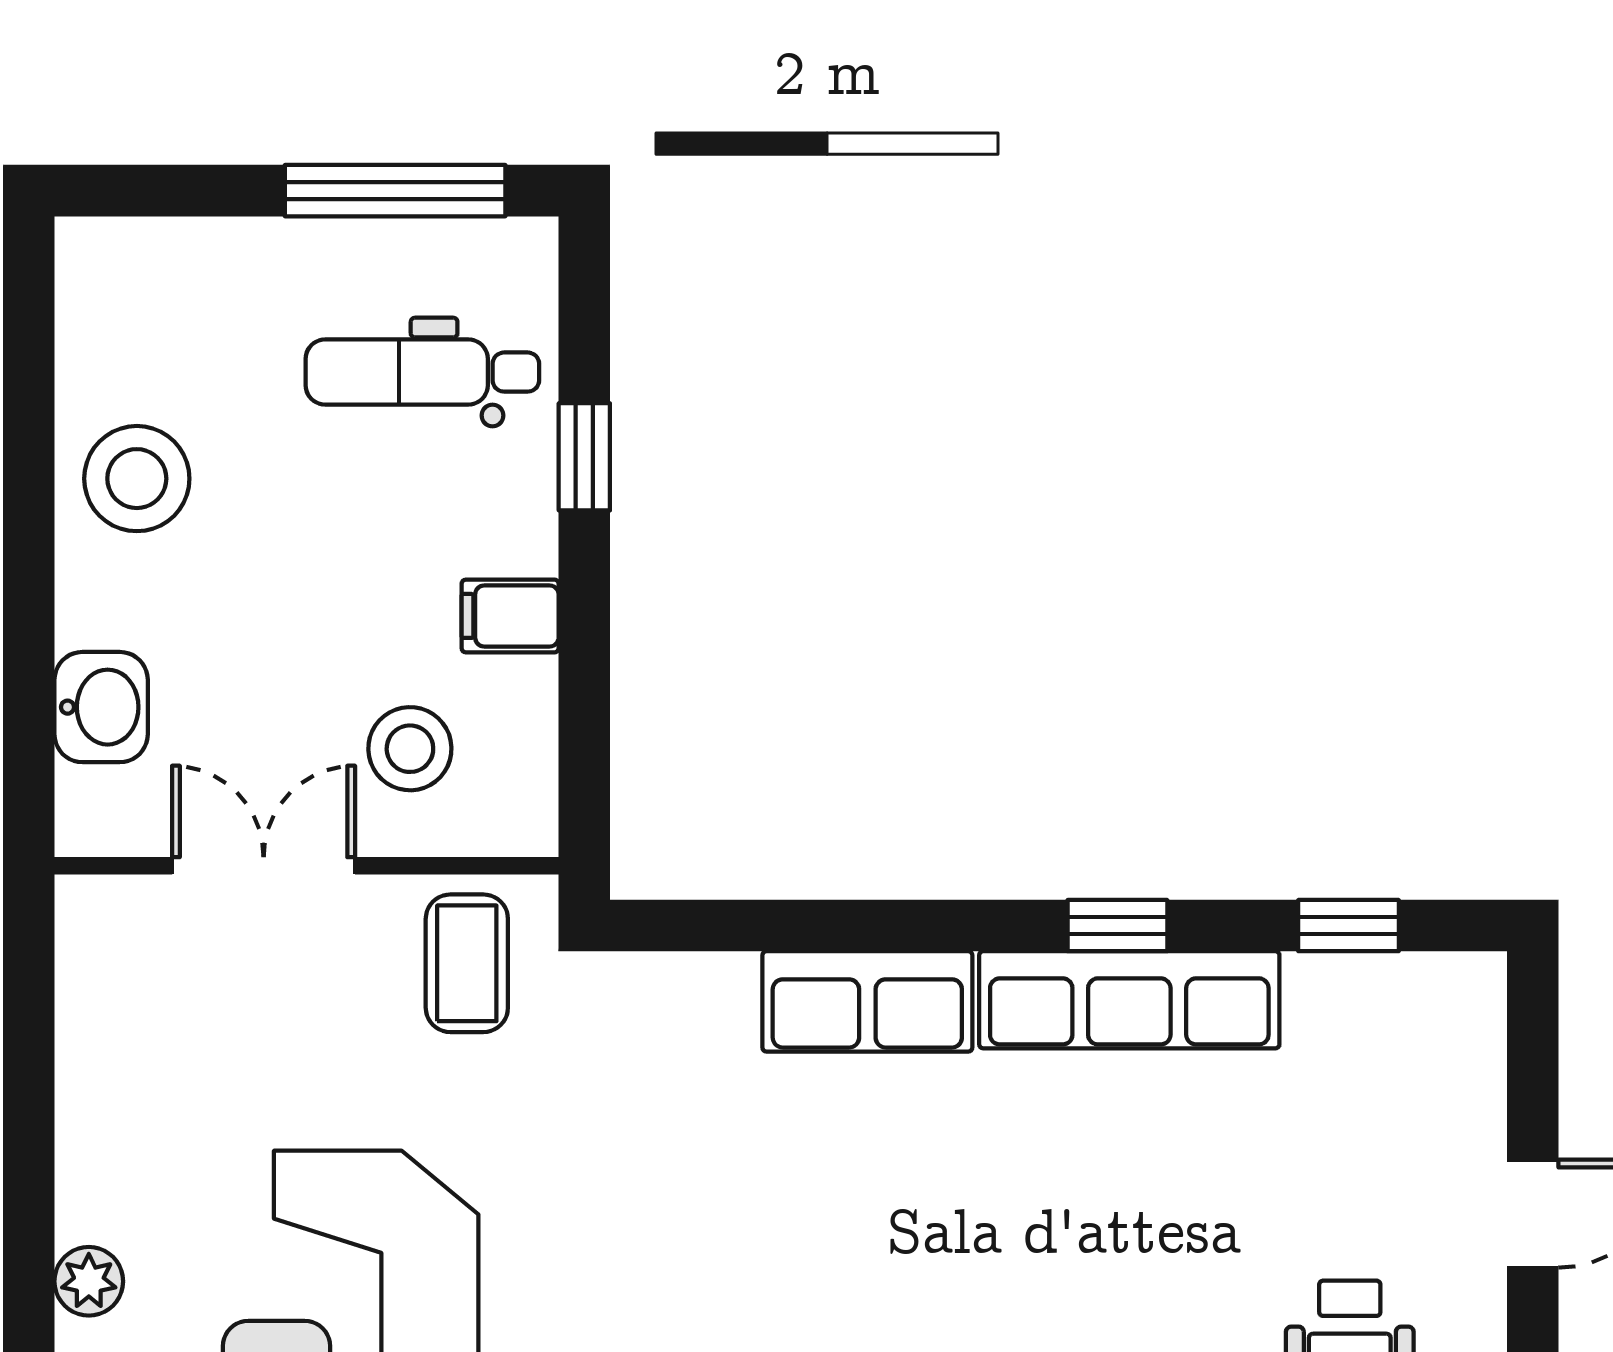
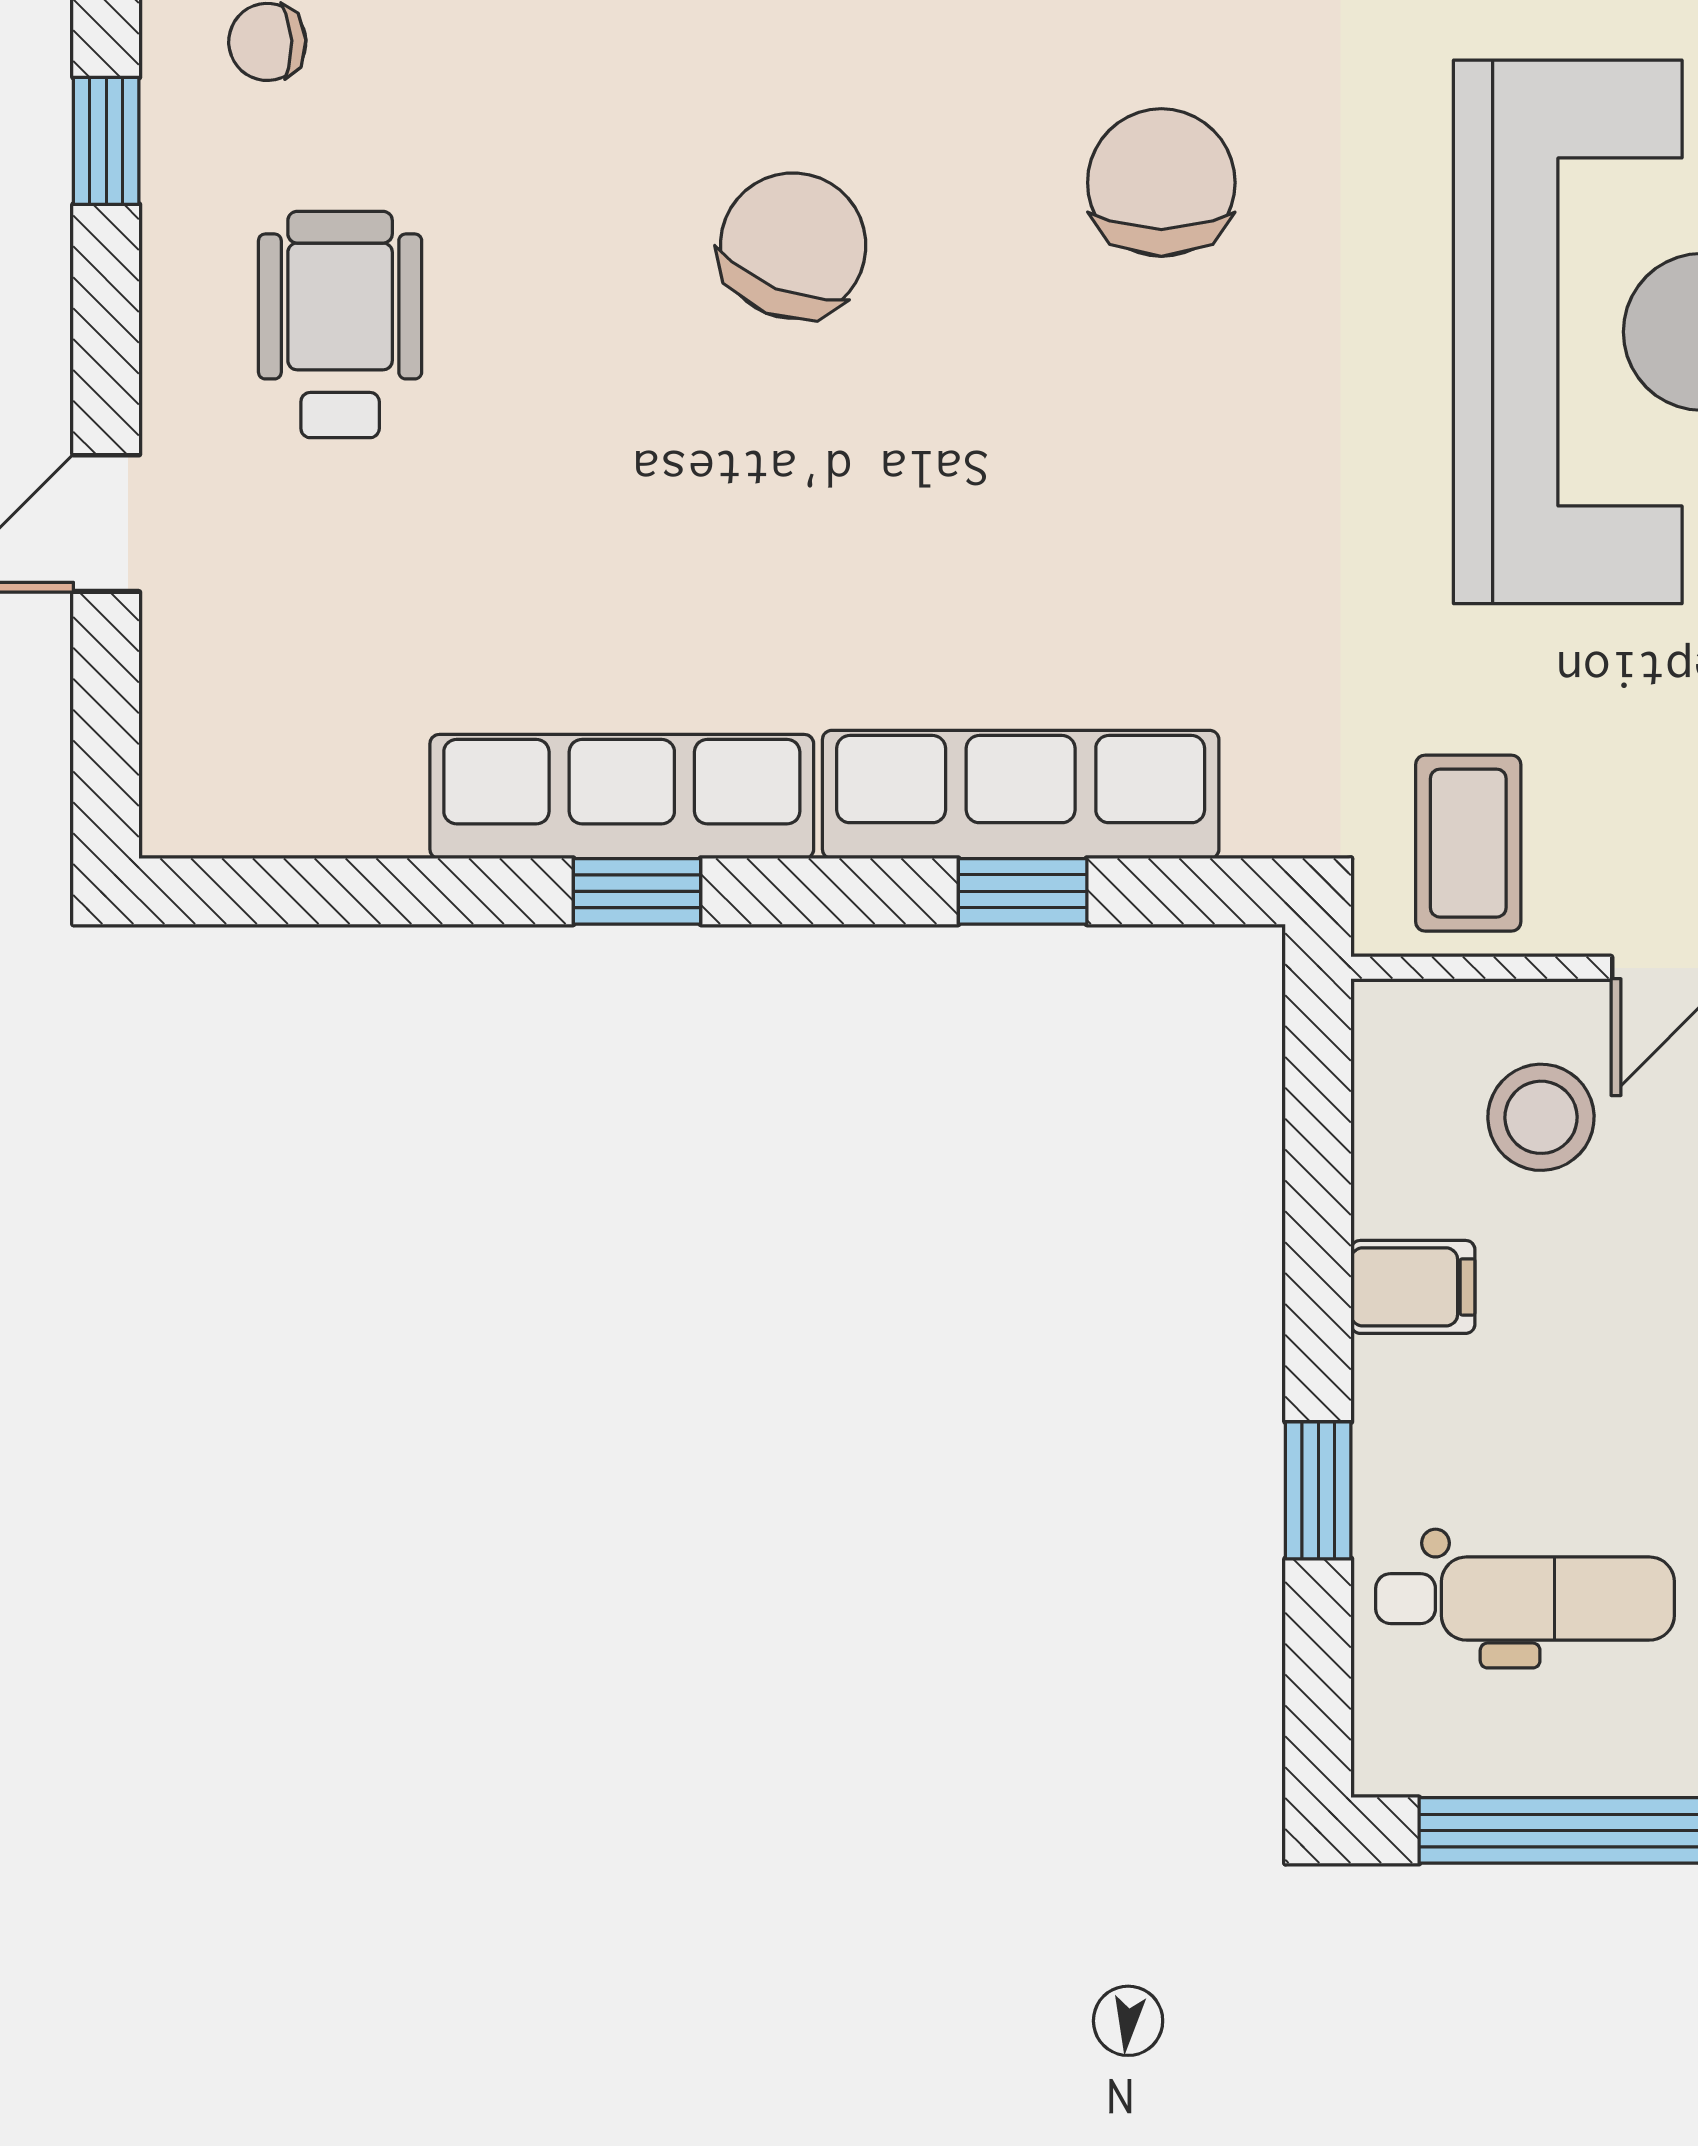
window: (1349, 926) -> (1023, 891), moved
row of seats: (867, 1001) -> (1021, 794), width x1.48

